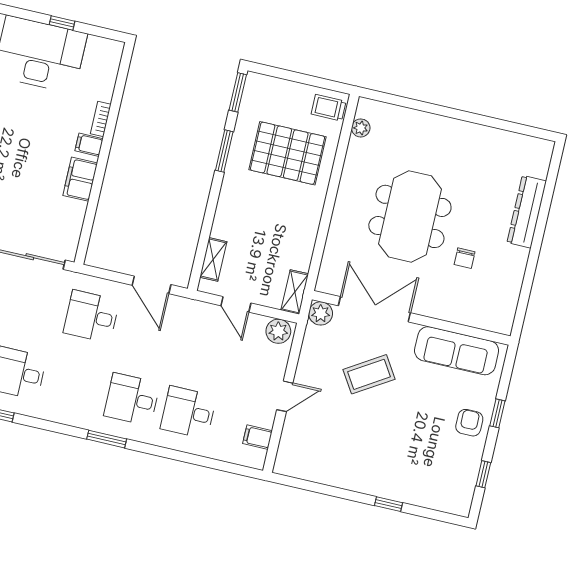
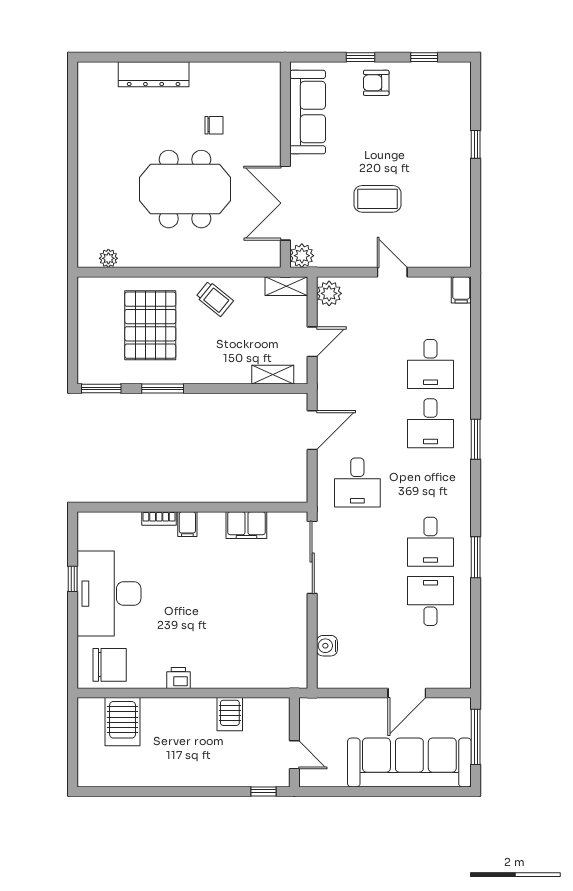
trolley: (328, 108) -> (215, 299), moved, turned -51
filing cabinet: (80, 179) -> (246, 525), moved
coffee table: (369, 374) -> (378, 199), moved, turned -58
filing cabinet: (258, 437) -> (461, 290), moved

